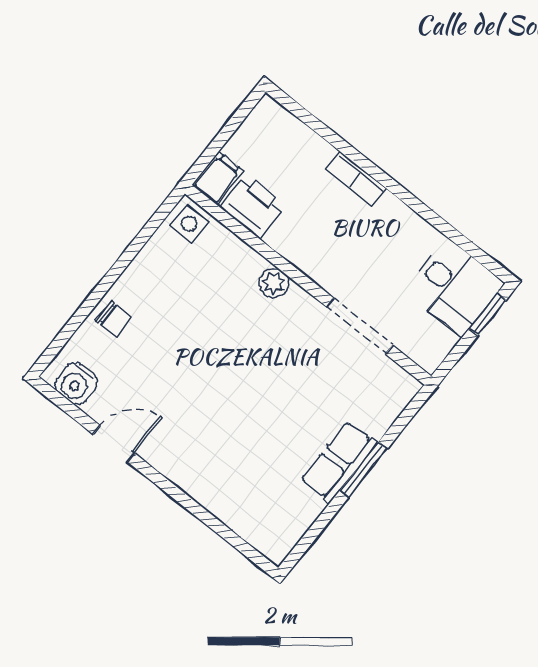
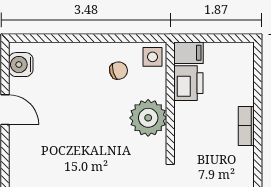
plant: (274, 283) -> (148, 118), width x1.88, depth x1.88
chair: (113, 319) -> (119, 71), moved, turned -107

